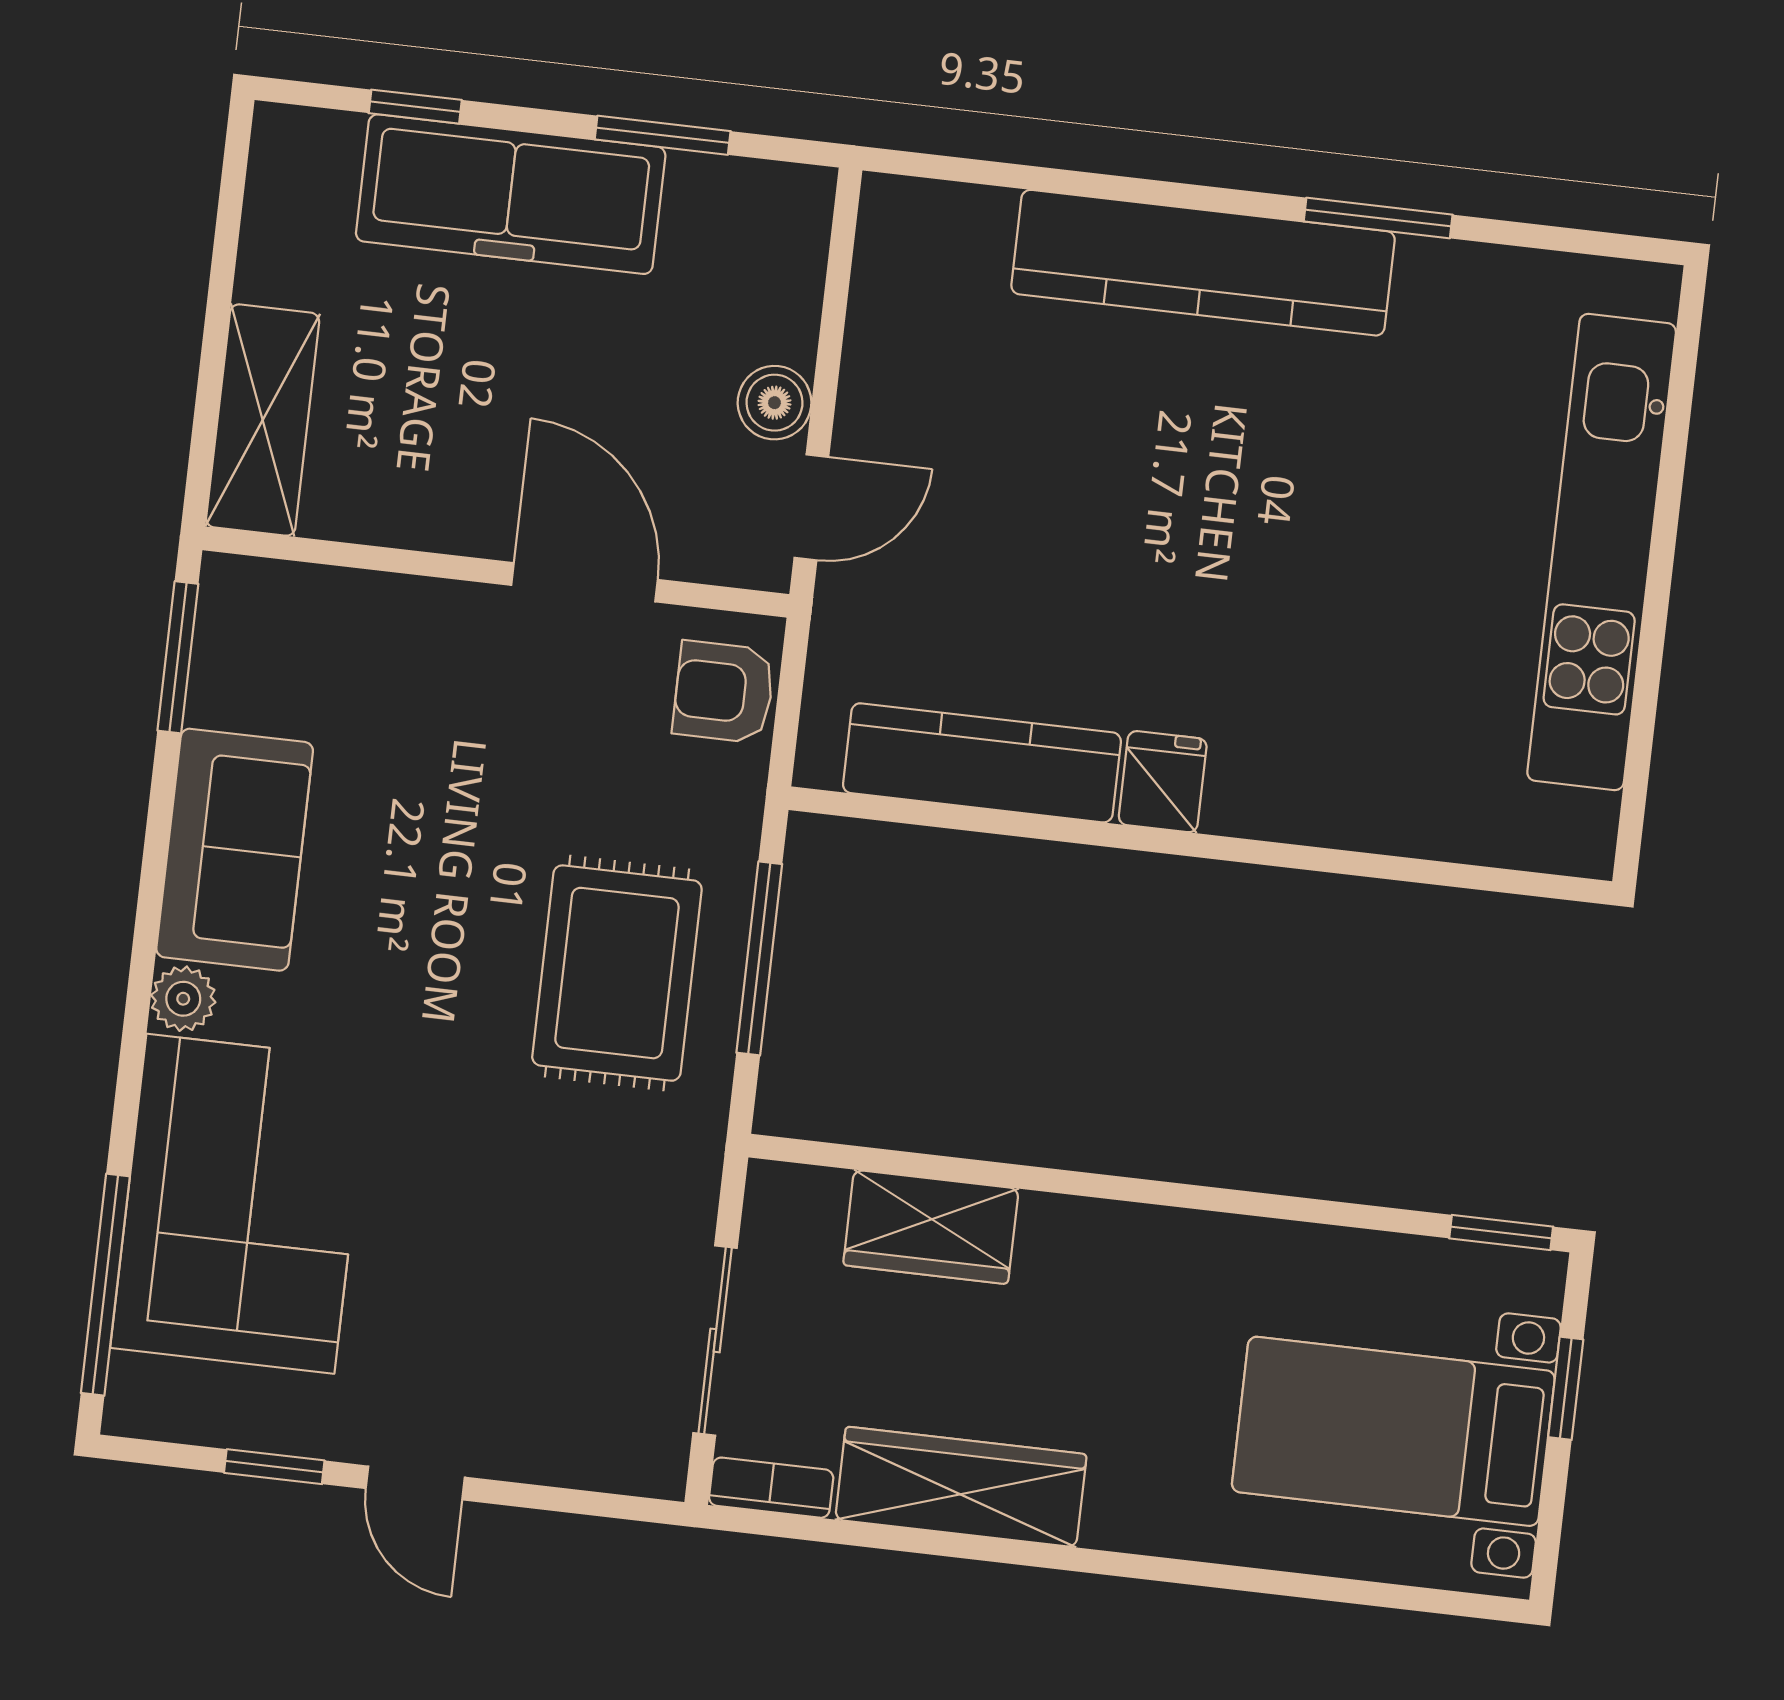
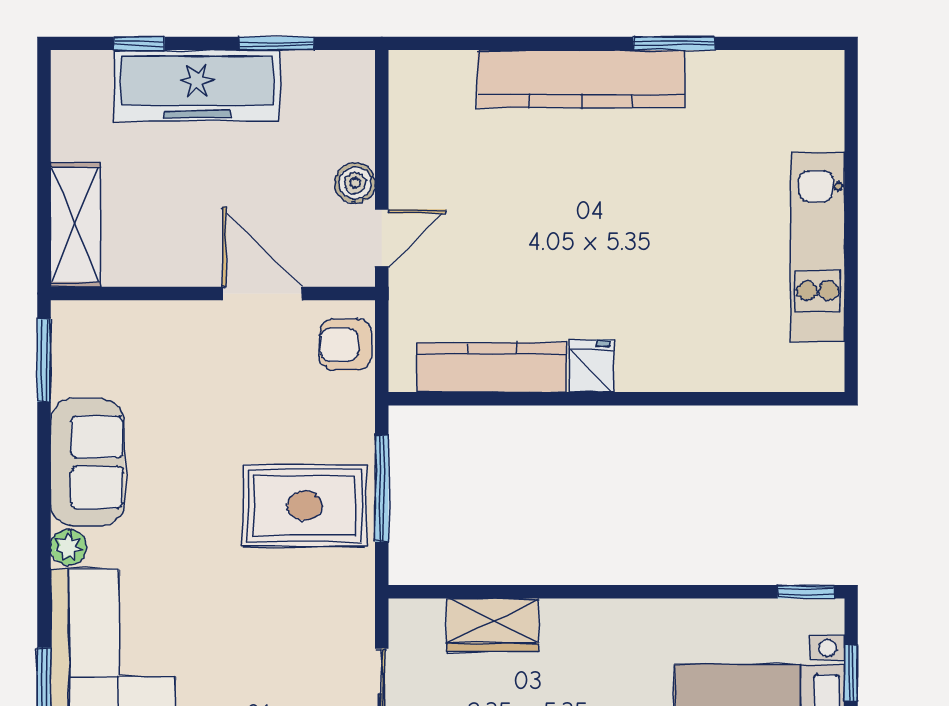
kitchen unit: (1602, 552) -> (818, 247), width x0.73
rug: (617, 973) -> (305, 506), turned 90

